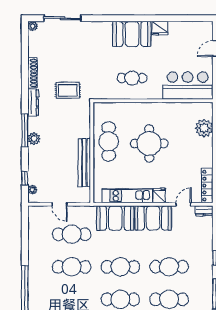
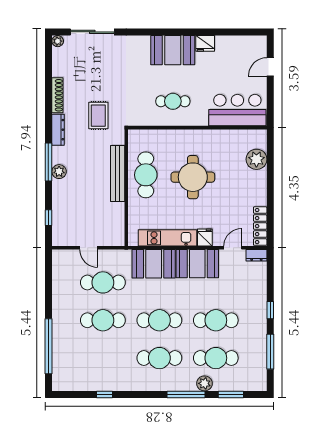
rug: (68, 90) -> (98, 116), turned 90
bench: (84, 163) -> (118, 174), moved
plant: (32, 190) -> (57, 231), removed

